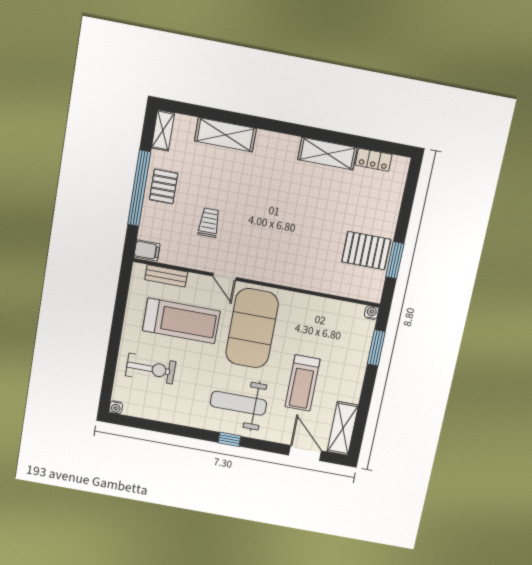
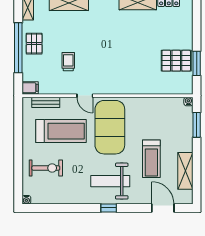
shelving: (343, 428) -> (185, 171), moved

